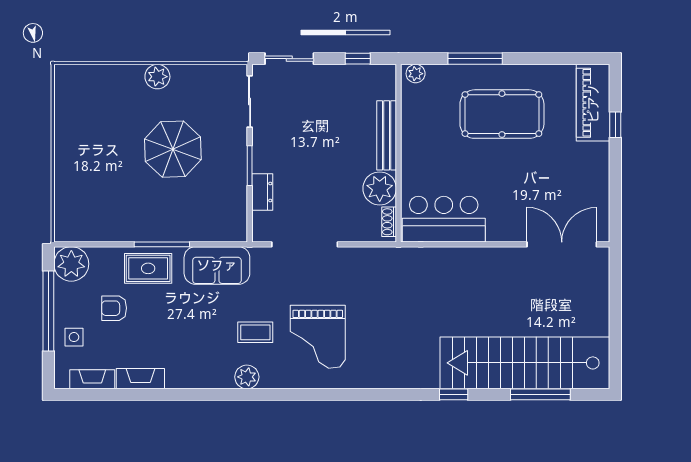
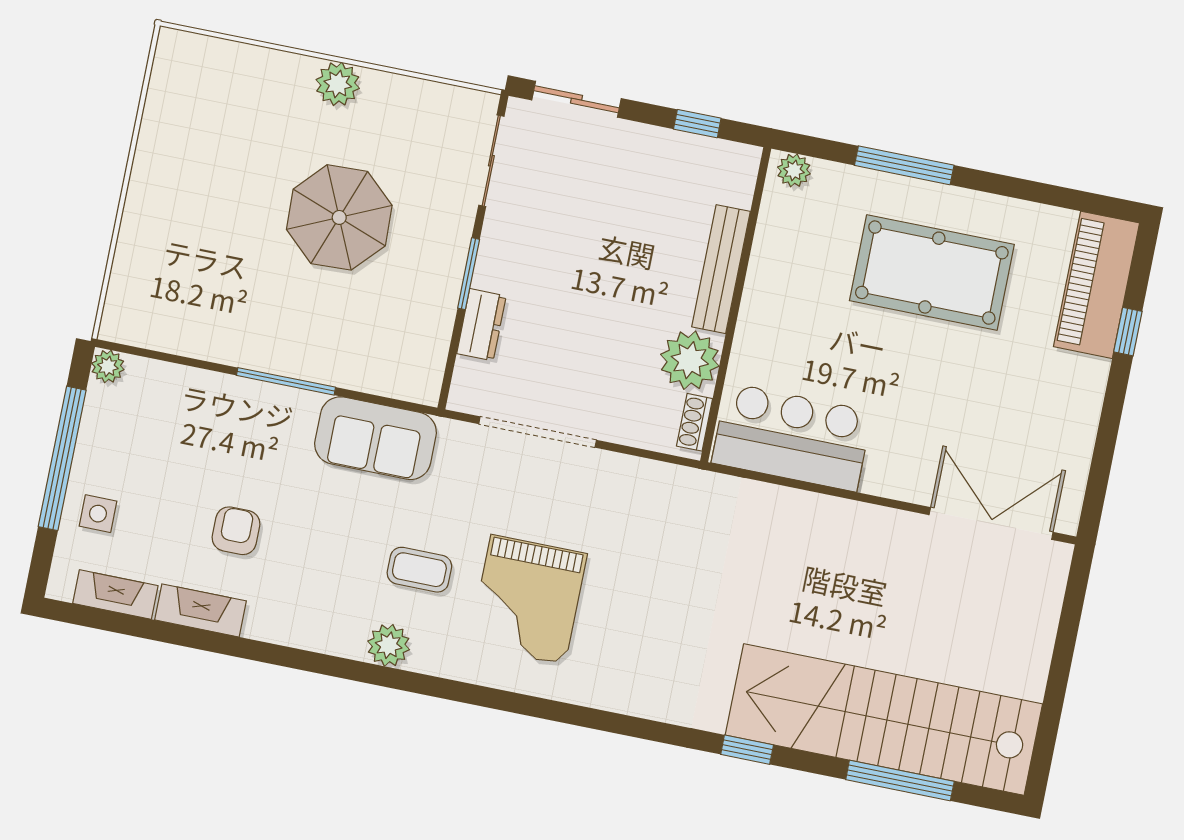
plant: (71, 264) -> (108, 366), width x0.53, depth x0.53
rug: (148, 268) -> (253, 419), removed
armchair: (114, 308) -> (236, 531), moved, turned 90

